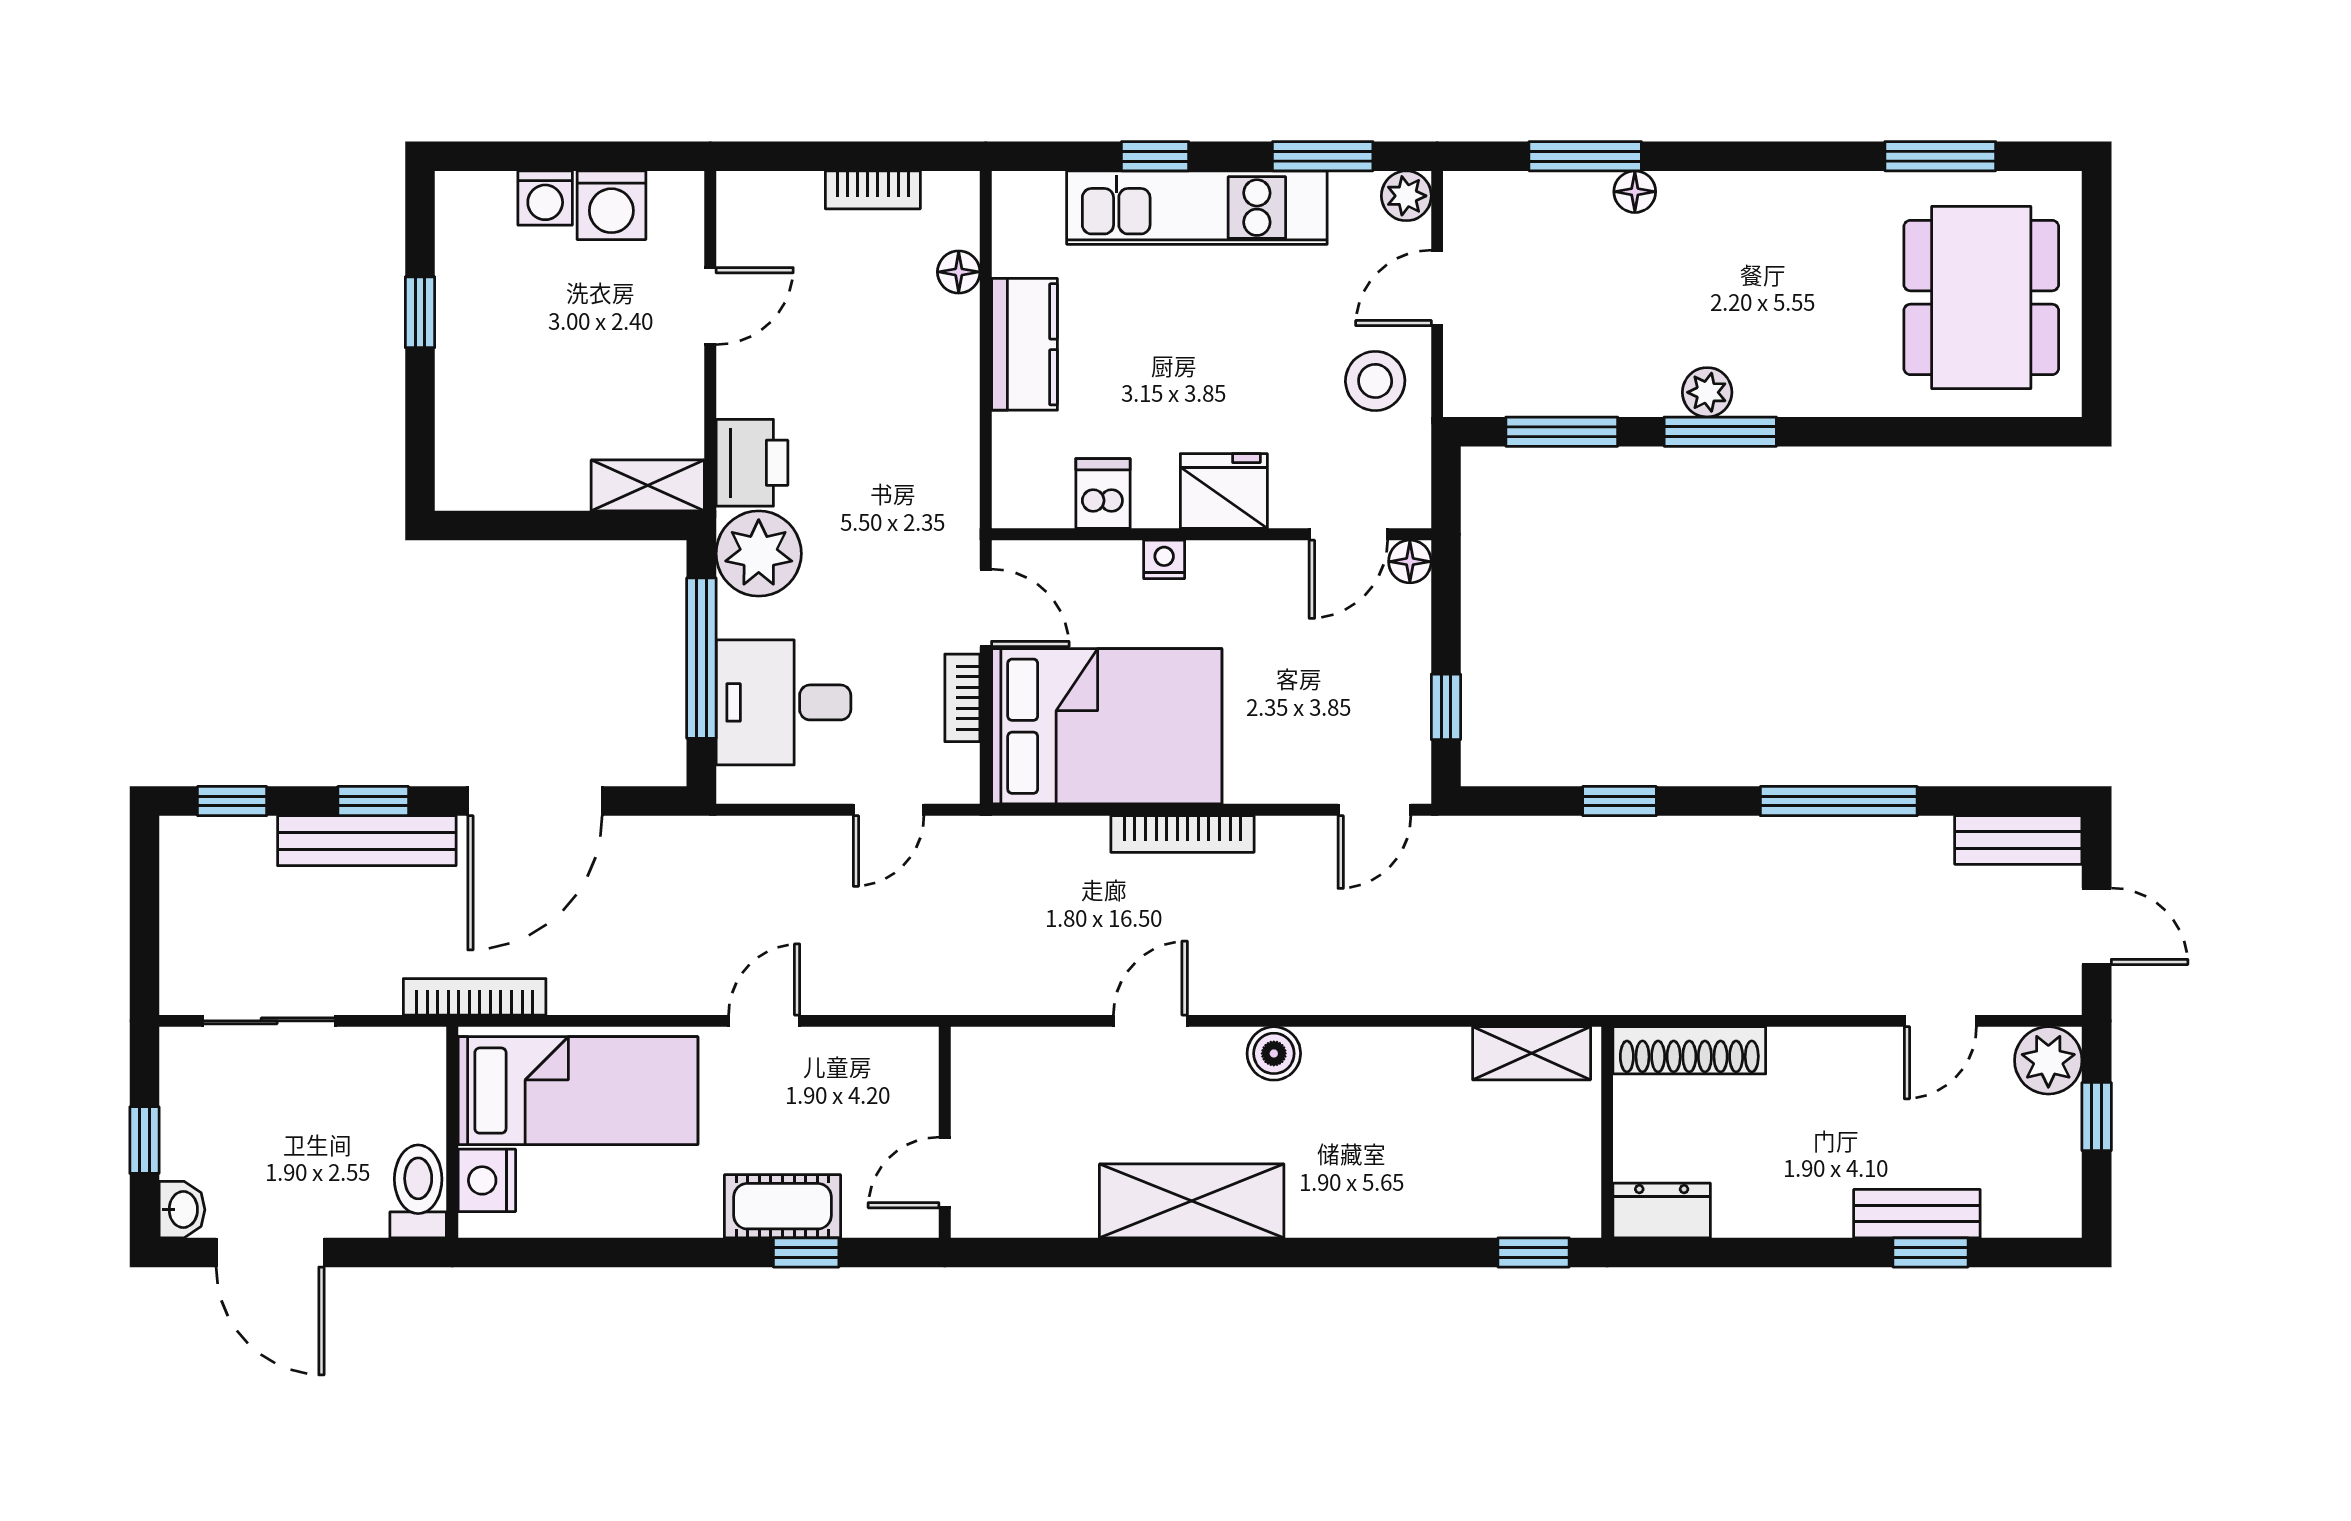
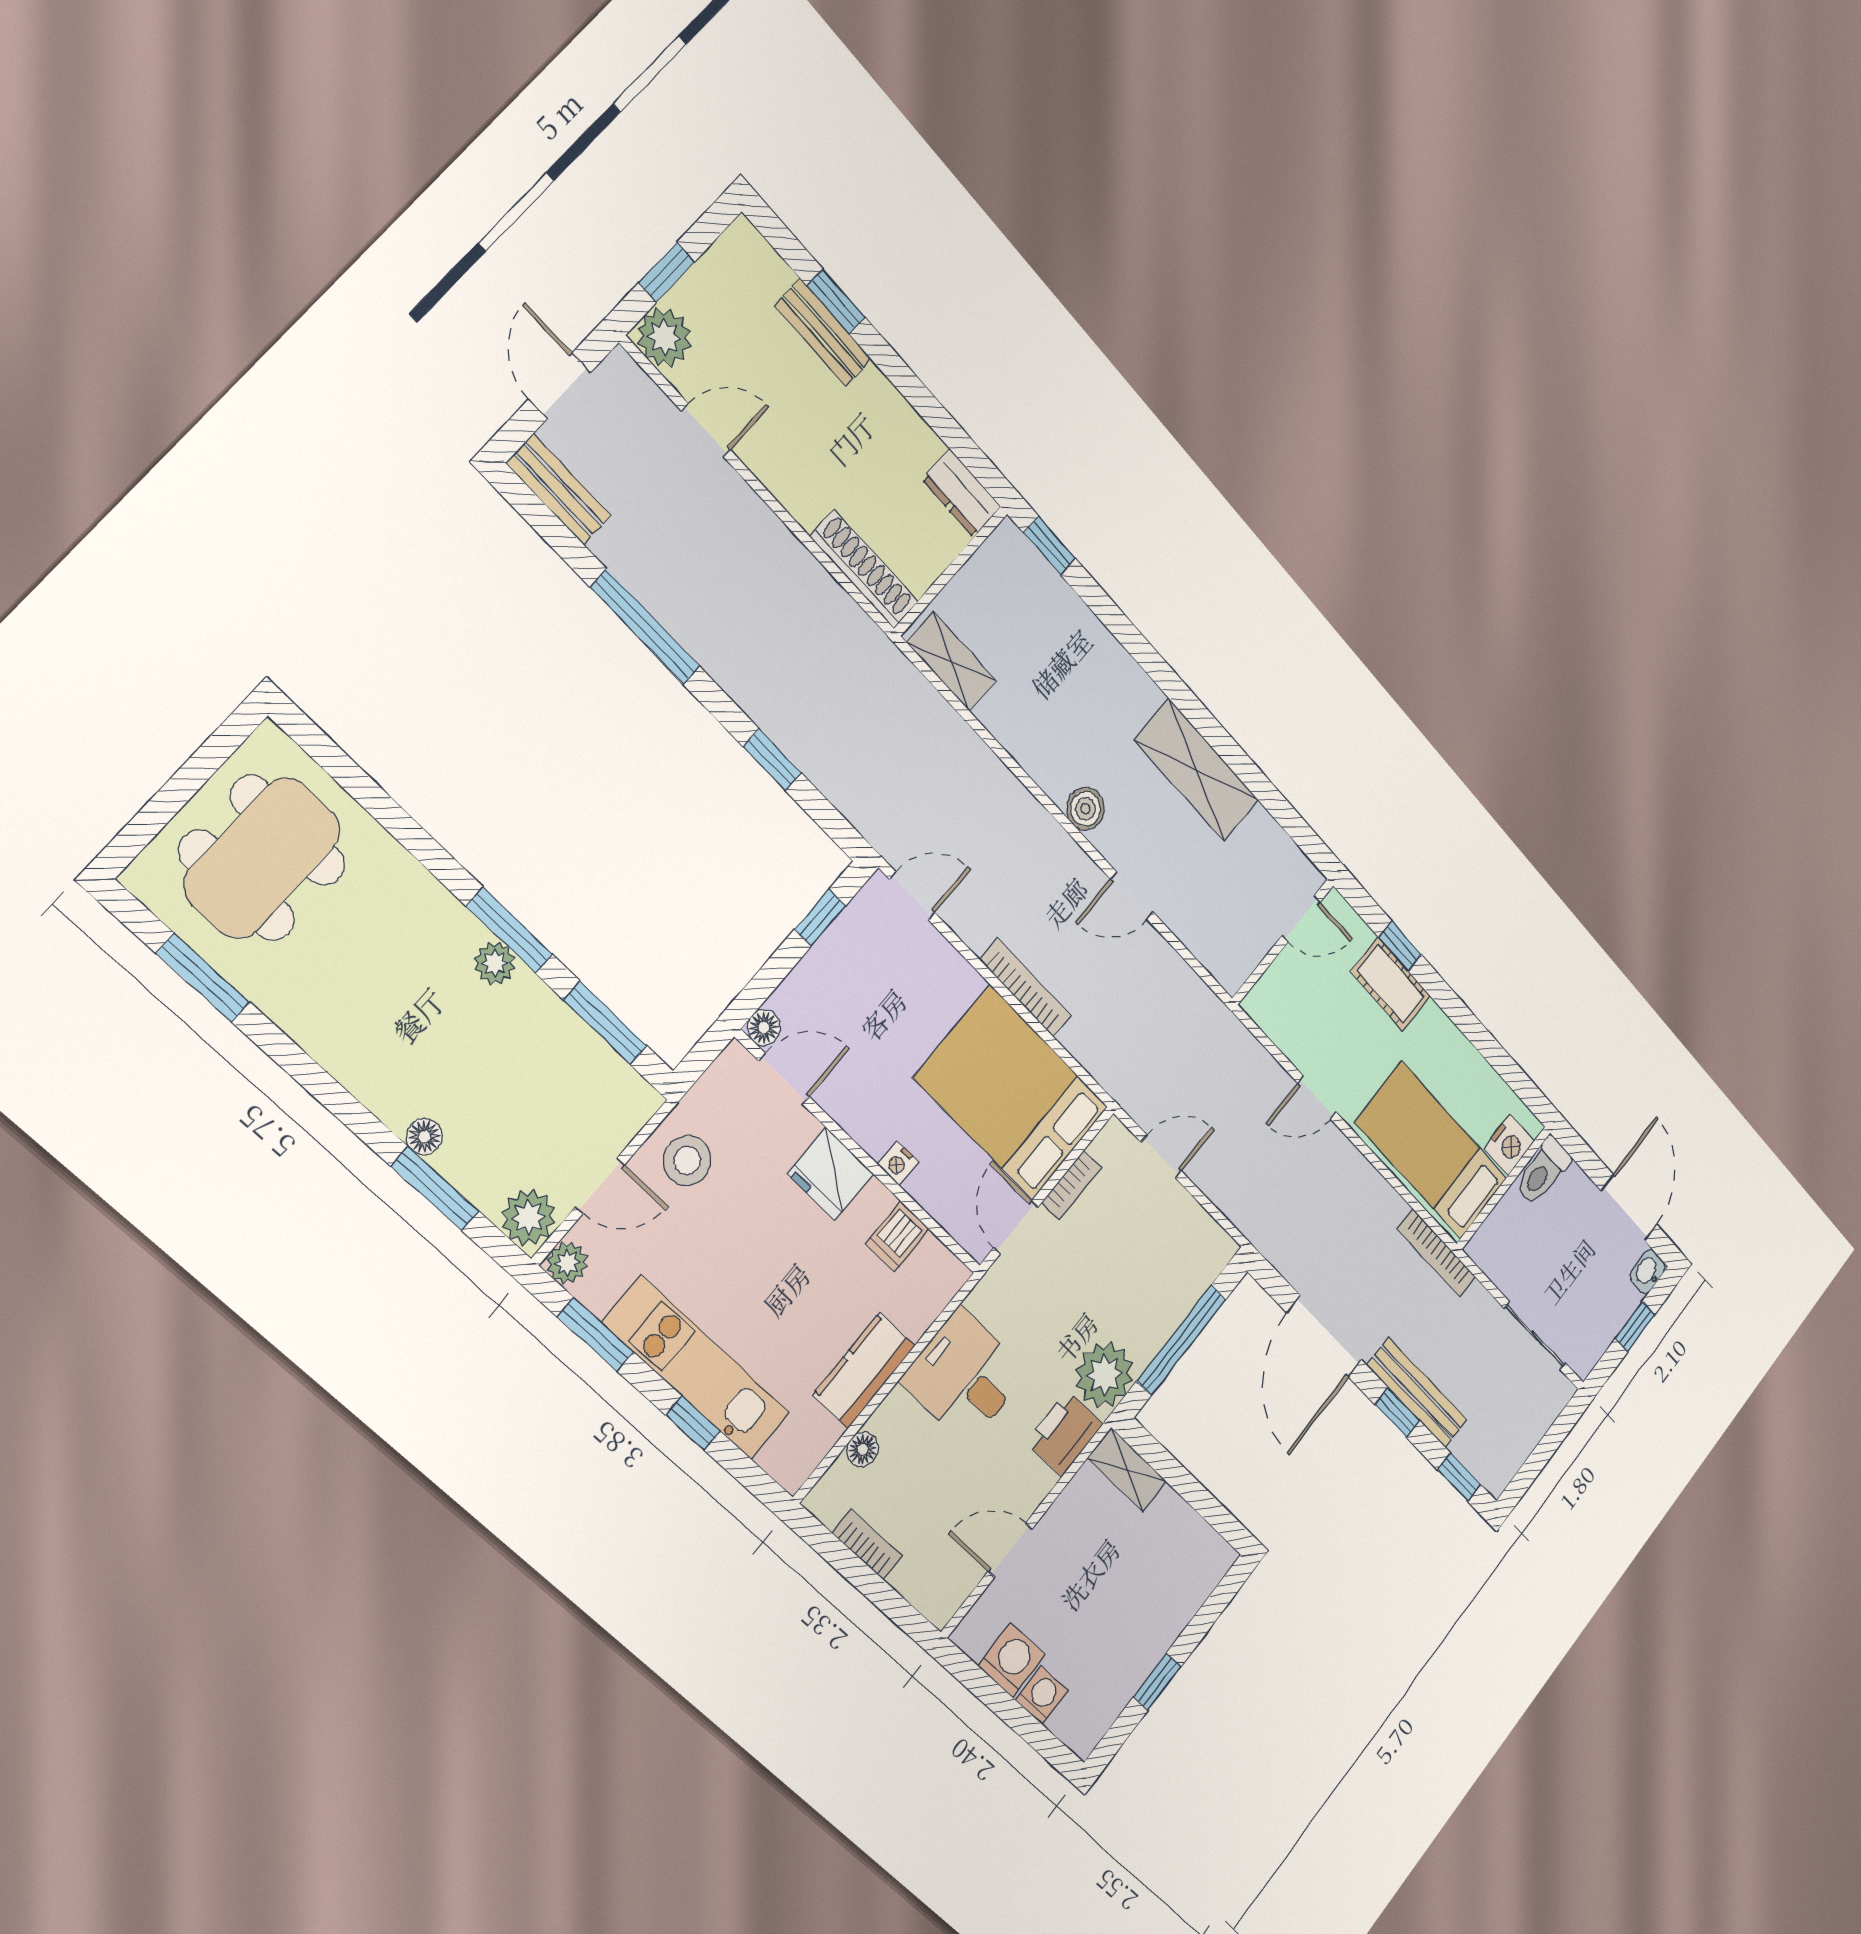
plant: (1478, 204) -> (528, 1217), added
desk: (783, 702) -> (964, 1376), moved, turned 180
door: (535, 801) -> (1324, 1336), swing flipped

